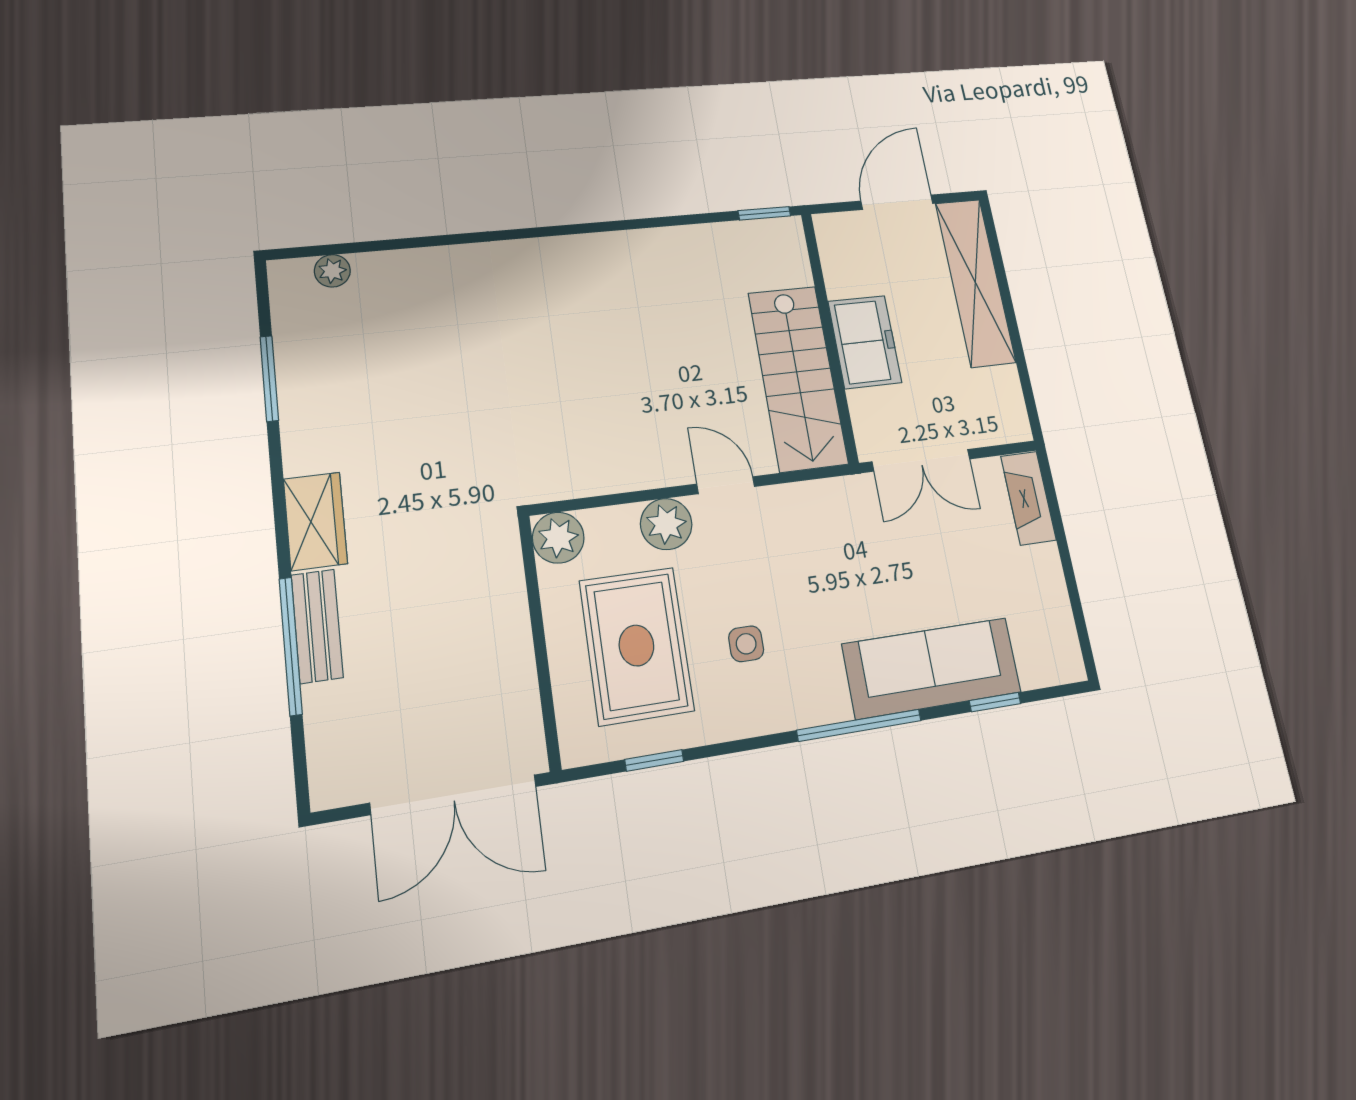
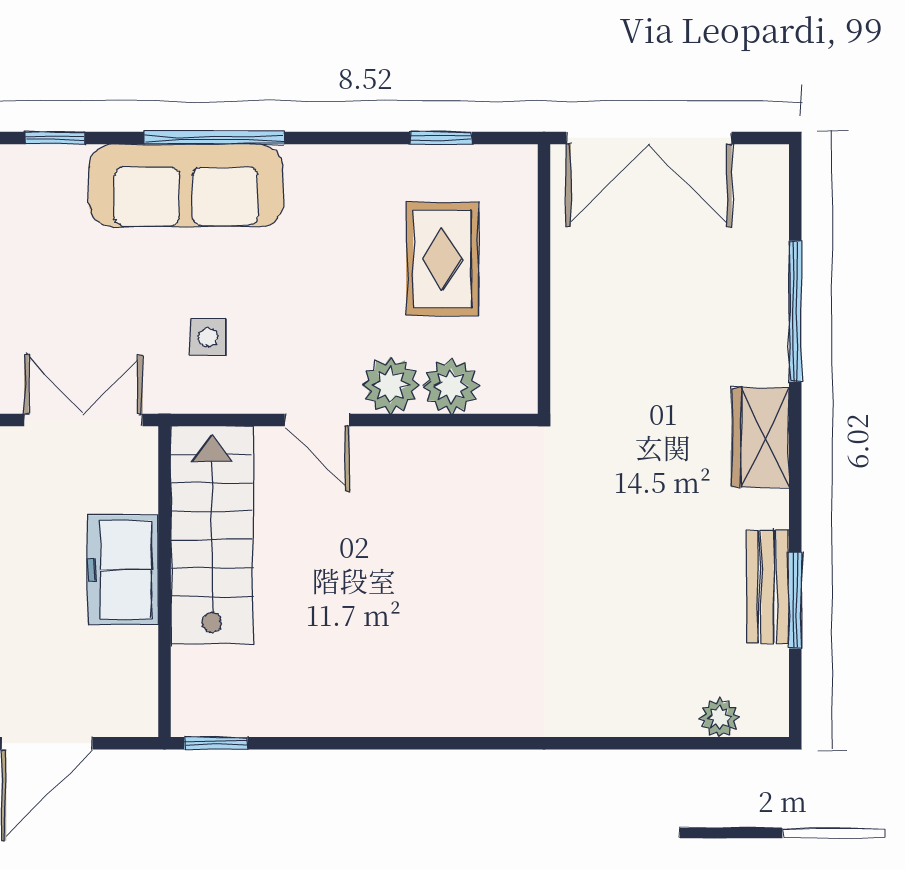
plant: (558, 538) -> (451, 386), moved
bench: (317, 626) -> (768, 587), moved
side table: (746, 644) -> (208, 337), moved
rug: (636, 645) -> (442, 259), width x0.73, depth x0.70
sofa: (932, 668) -> (186, 186), moved
double door: (454, 795) -> (649, 138), swing flipped

